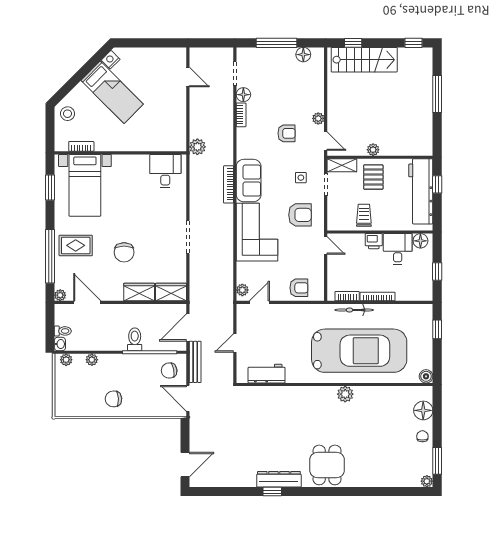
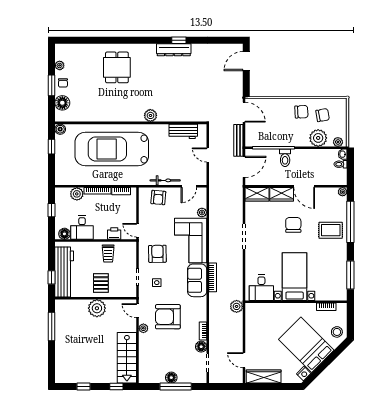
window: (414, 43) -> (83, 387), moved
floor lamp: (303, 55) -> (171, 378), moved
wardrobe: (162, 56) -> (264, 377), added
stairs: (364, 60) -> (127, 358), moved, turned -90
bed: (112, 92) -> (306, 345), width x1.50
window: (437, 94) -> (52, 327), moved
armchair: (286, 133) -> (168, 317), width x1.88, depth x1.88
plant: (373, 150) -> (97, 308), width x1.88, depth x1.88
shelving: (342, 165) -> (125, 292), removed
bed with nightstands: (85, 185) -> (295, 277), moved
window: (50, 187) -> (350, 275), width x1.44
armchair: (300, 215) -> (157, 254), turned 89
printer: (374, 241) -> (114, 234), moved
armchair: (299, 288) -> (158, 198), turned -85
plant: (242, 290) -> (202, 213), moved
plant: (404, 293) -> (77, 194), added
door: (87, 302) -> (304, 186), moved
bicycle: (354, 310) -> (165, 180), moved
window: (437, 329) -> (52, 147), moved
door: (235, 343) -> (208, 155), swing flipped
plant: (92, 360) -> (318, 138), width x1.87, depth x1.87
chair: (169, 371) -> (323, 115), moved
plant: (345, 394) -> (150, 115), moved
window: (437, 461) -> (52, 85), moved
dining table: (327, 465) -> (117, 67), moved
plant: (427, 481) -> (60, 65), moved

